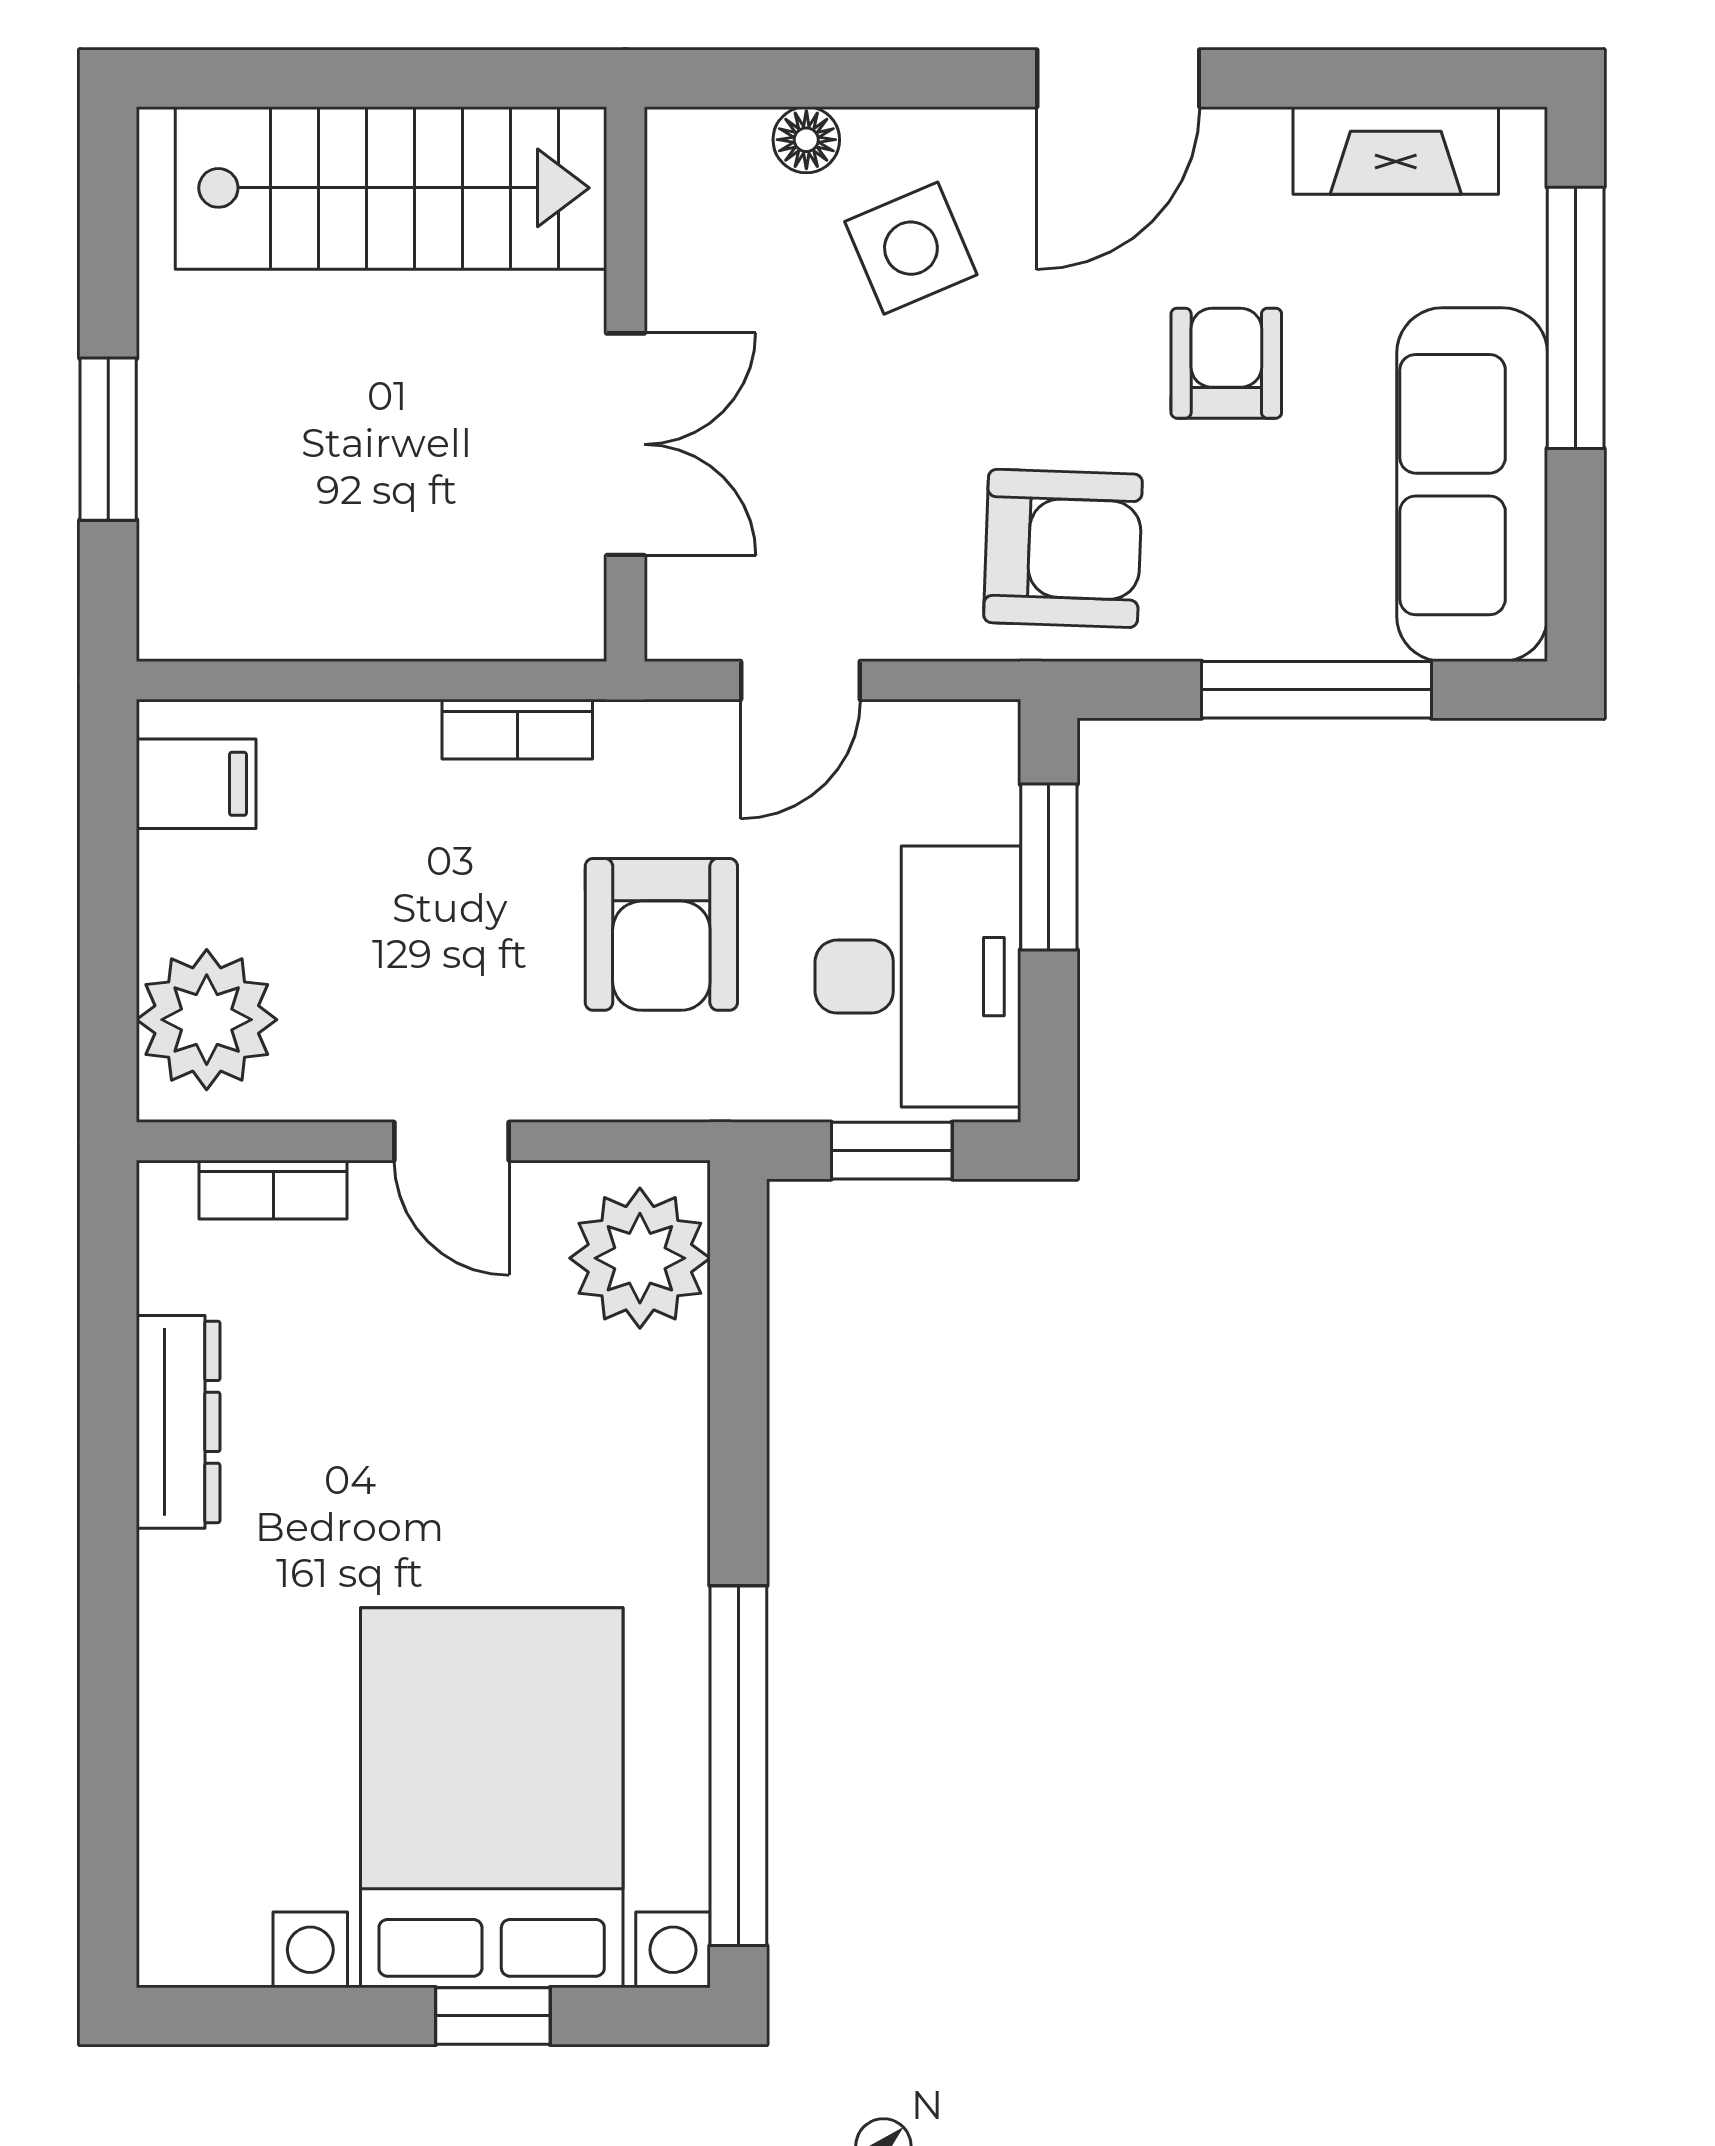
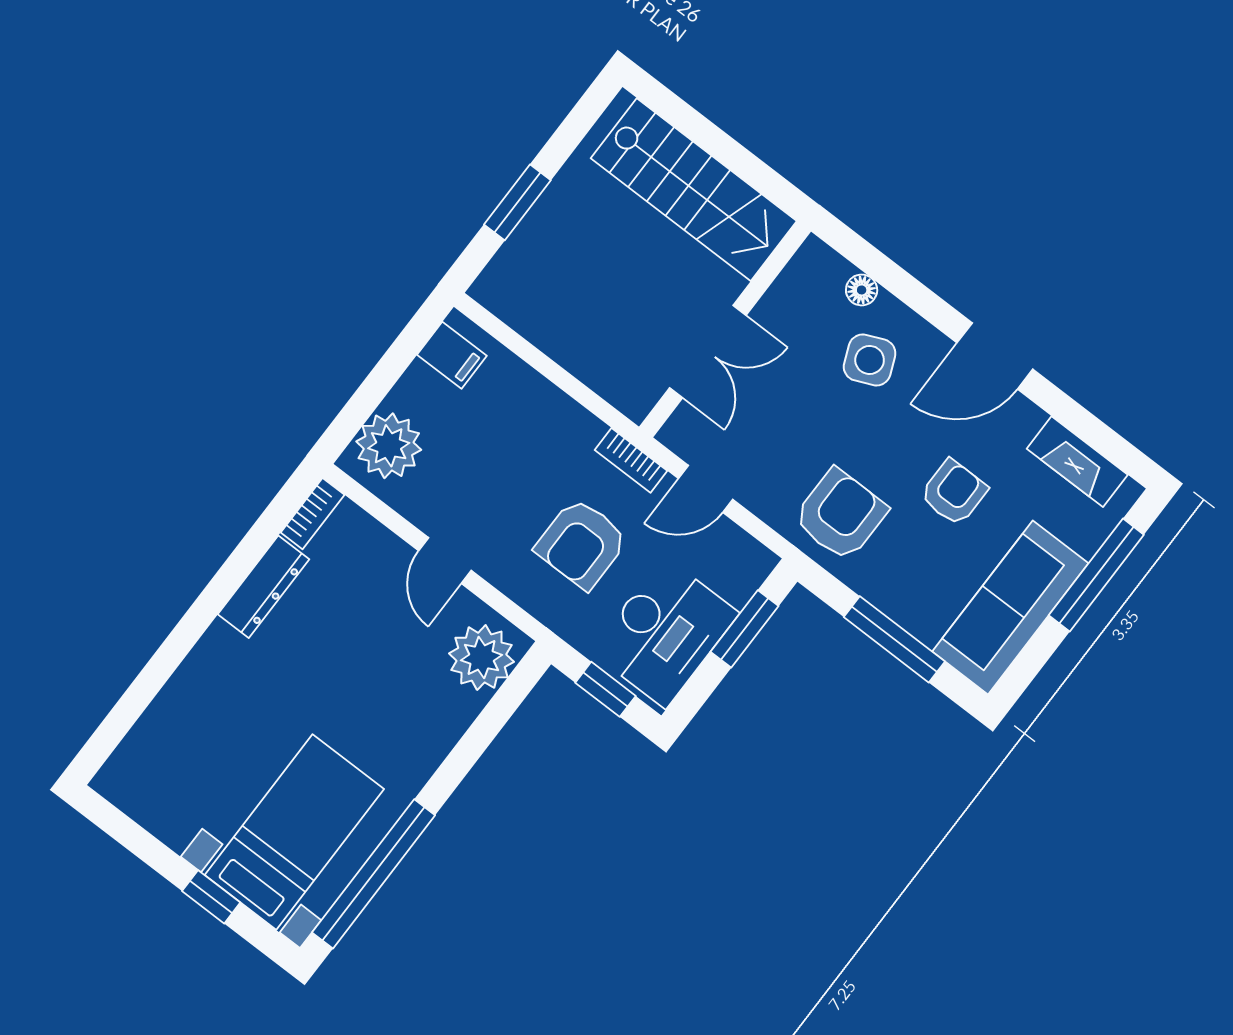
armchair: (1063, 548) -> (840, 515), turned -92
bookcase: (517, 729) -> (631, 460), moved
bookcase: (273, 1190) -> (313, 514), moved, turned -90
bed with nightstands: (492, 1798) -> (294, 832), width x0.73

